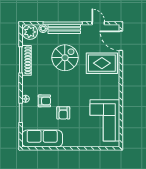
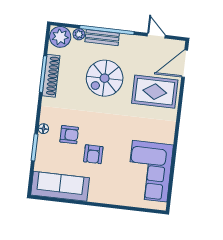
bench: (64, 29) -> (102, 38), width x0.73
door: (121, 41) -> (185, 64), hinge flipped
spiral stairs: (65, 58) -> (105, 78), turned 180

